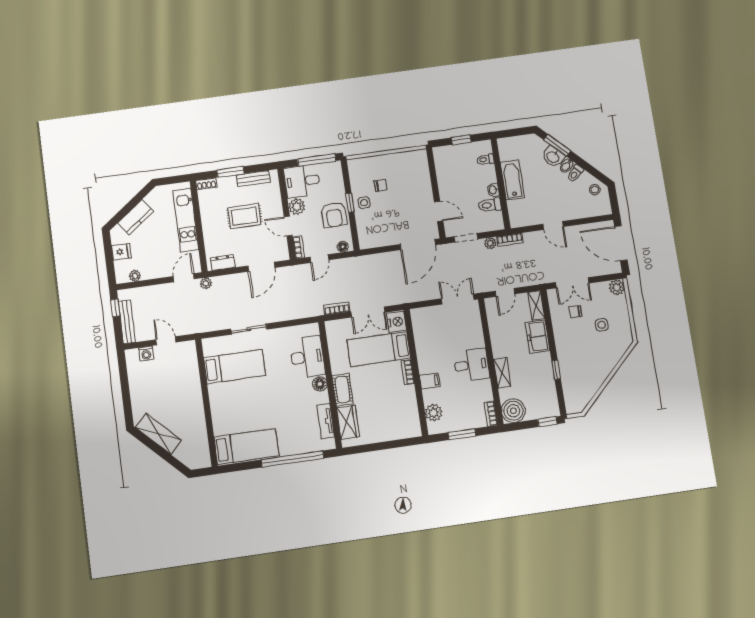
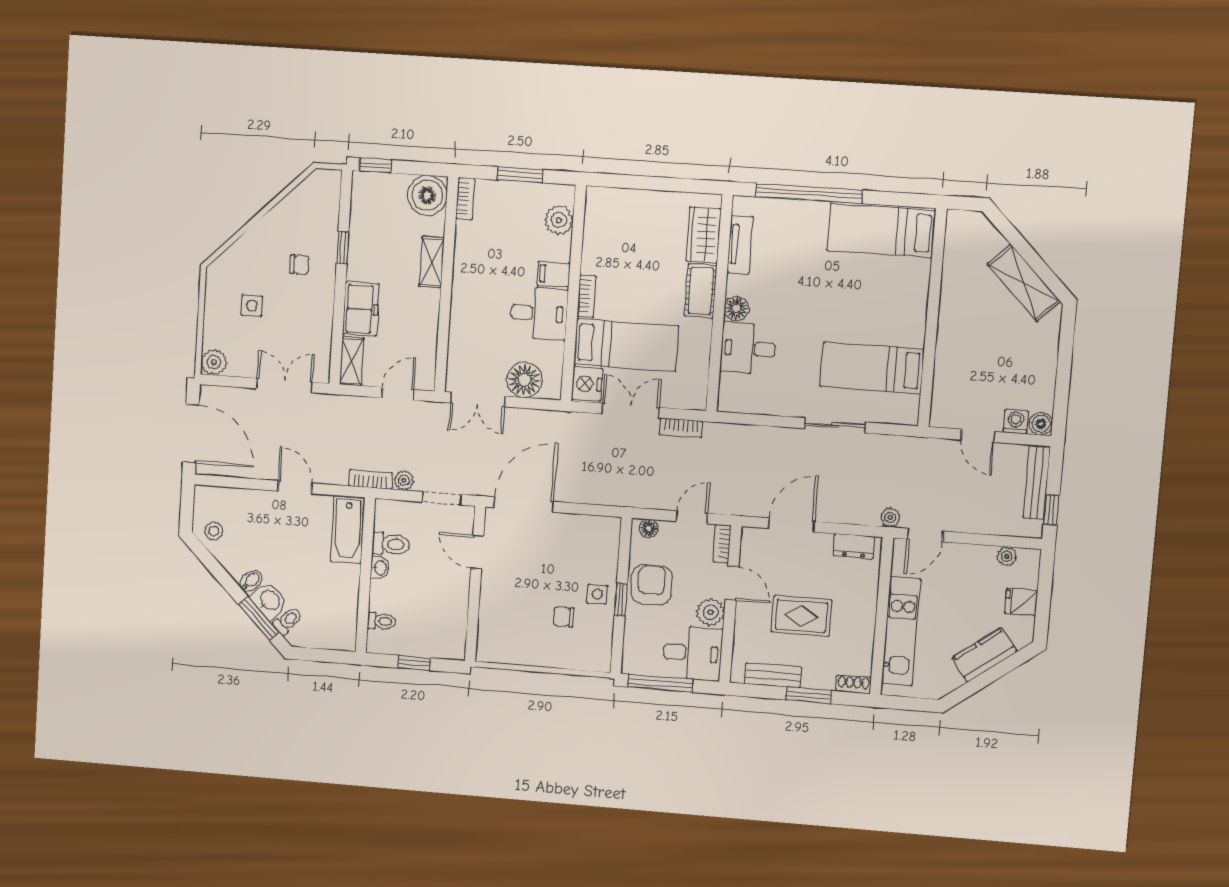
toilet: (575, 173) -> (288, 621), moved
bathtub: (512, 180) -> (348, 529), moved
chair: (575, 312) -> (300, 265), moved
floor lamp: (433, 316) -> (524, 380), added
boiler: (132, 356) -> (1041, 424), added
desk: (307, 357) -> (748, 348), width x0.73
desk: (471, 365) -> (539, 313), moved, turned 180

